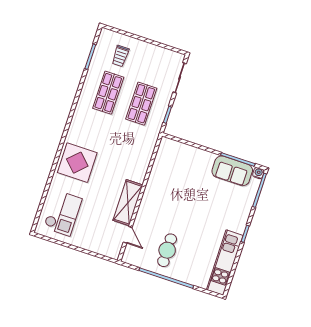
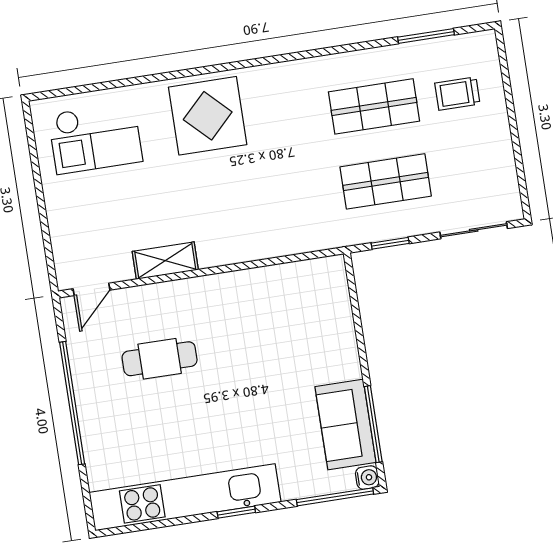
shelving: (128, 203) -> (165, 261), width x0.67, depth x0.75
door: (128, 235) -> (92, 289), moved
cafe table: (167, 250) -> (160, 359), moved
kitchen unit: (225, 263) -> (185, 497), width x1.36

